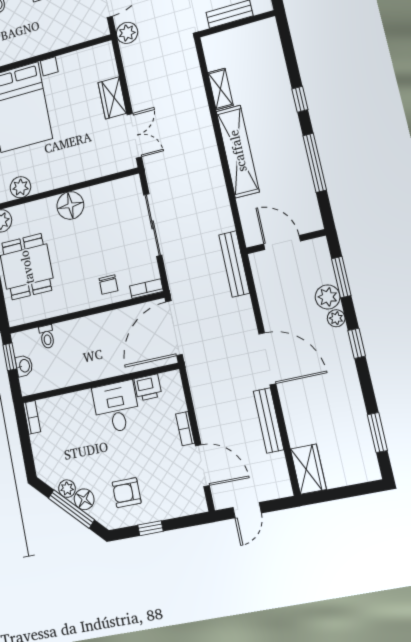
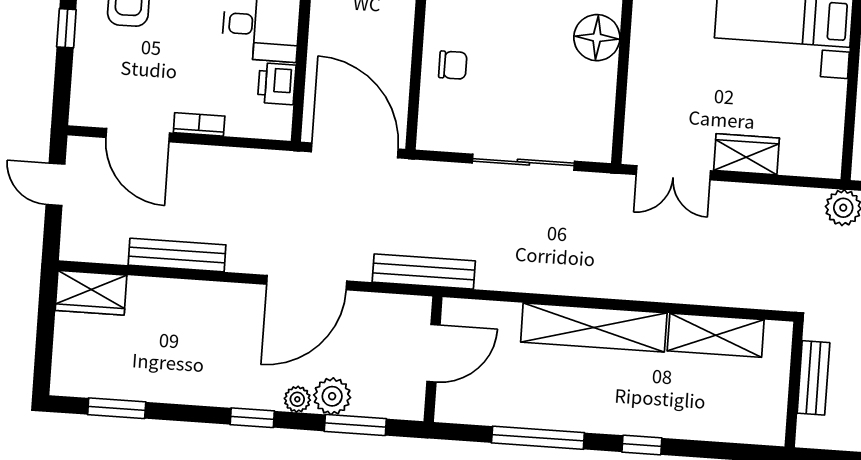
shelving: (220, 89) -> (716, 335), width x1.50, depth x1.33
chair: (108, 285) -> (453, 65), turned 180
bookcase: (146, 289) -> (428, 124), removed
door: (267, 359) -> (307, 283), moved
door: (202, 466) -> (138, 135), hinge flipped

